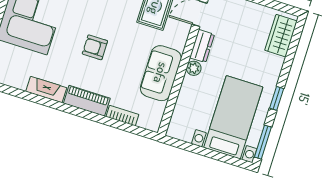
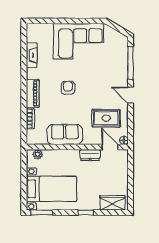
plant: (194, 68) -> (38, 154), moved
fireplace: (46, 90) -> (32, 55), moved
window: (277, 98) -> (86, 212), moved

